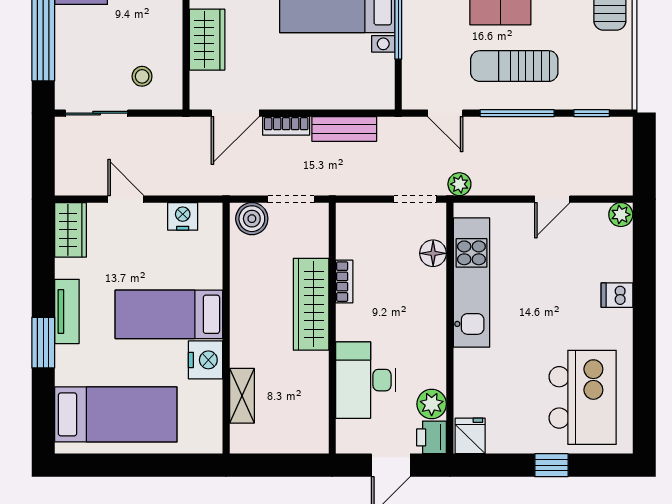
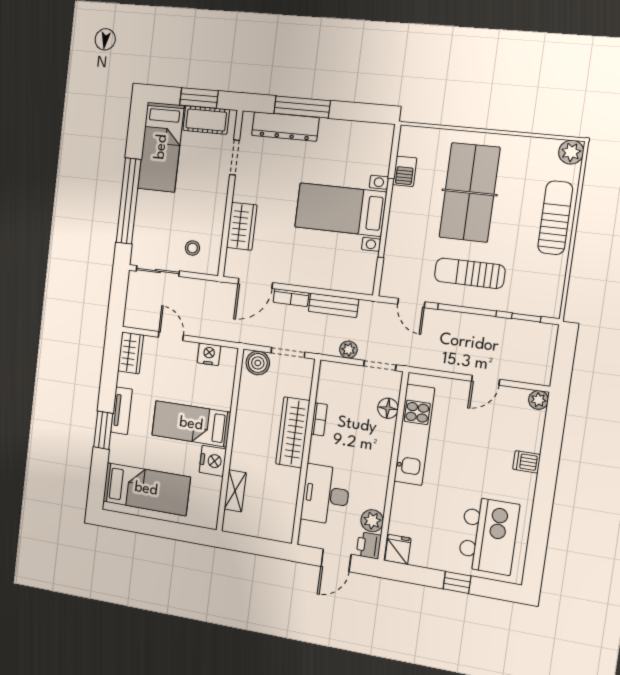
plant: (459, 184) -> (348, 350), moved

